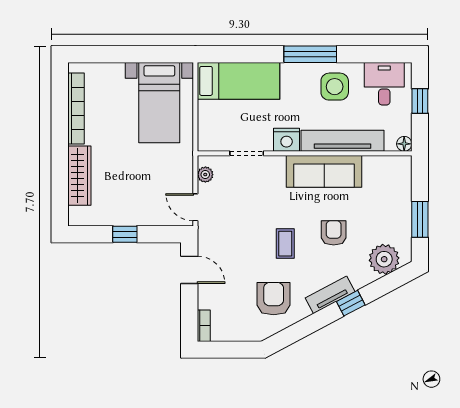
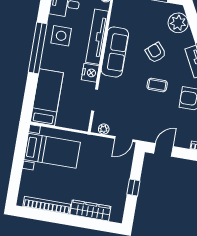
window: (310, 54) -> (38, 48), width x1.46
armchair: (334, 233) -> (156, 53), turned 49

